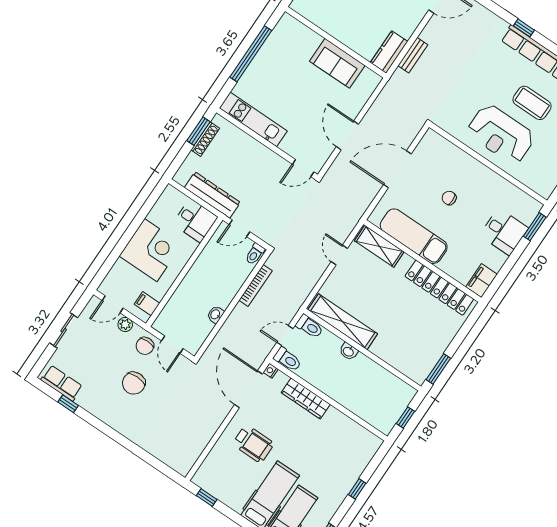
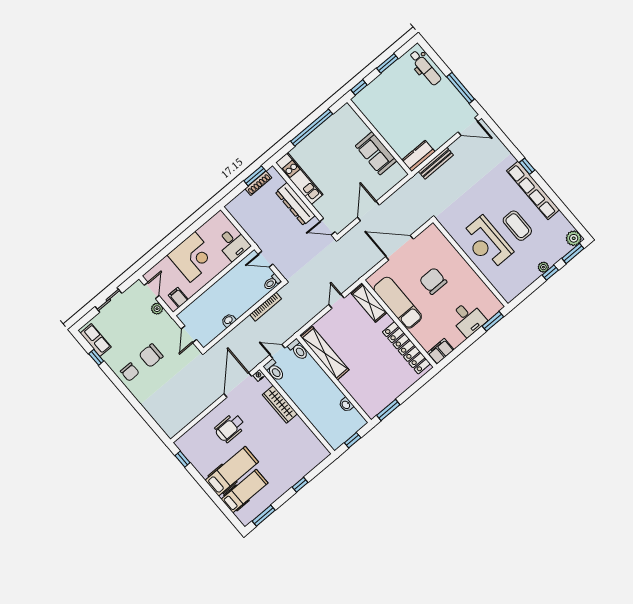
bench: (413, 55) -> (436, 163), width x1.36
dresser: (212, 195) -> (295, 204), moved, turned 180
chair: (449, 198) -> (433, 281), width x1.87, depth x1.87
door: (113, 304) -> (152, 290), swing flipped
chair: (145, 346) -> (130, 372), moved, turned -90
washbasin: (348, 351) -> (346, 405), moved
wheelchair: (253, 444) -> (230, 428), turned 90

